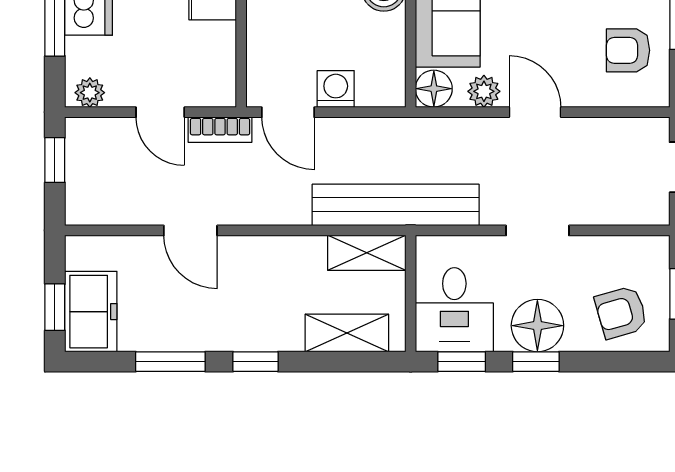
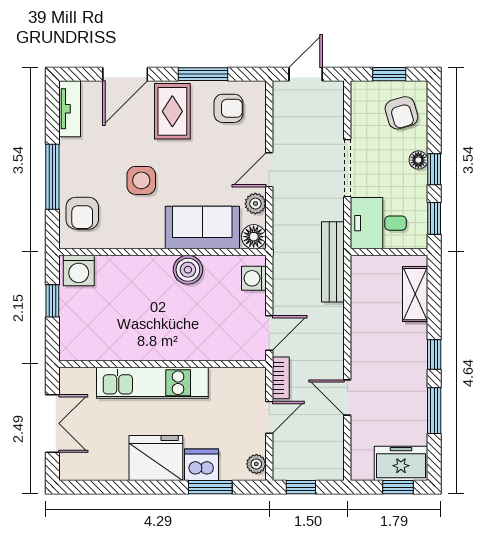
armchair: (628, 50) -> (228, 108), turned -90
washing machine: (336, 89) -> (254, 278), moved
bench: (396, 205) -> (333, 262), width x0.73, depth x0.82
door: (190, 230) -> (347, 397), swing flipped
doorway: (537, 230) -> (347, 168), width x1.38
shelving: (367, 253) -> (362, 281), removed
desk: (454, 310) -> (378, 223), moved, turned 180
floor lamp: (537, 326) -> (418, 160), width x0.53, depth x0.53

